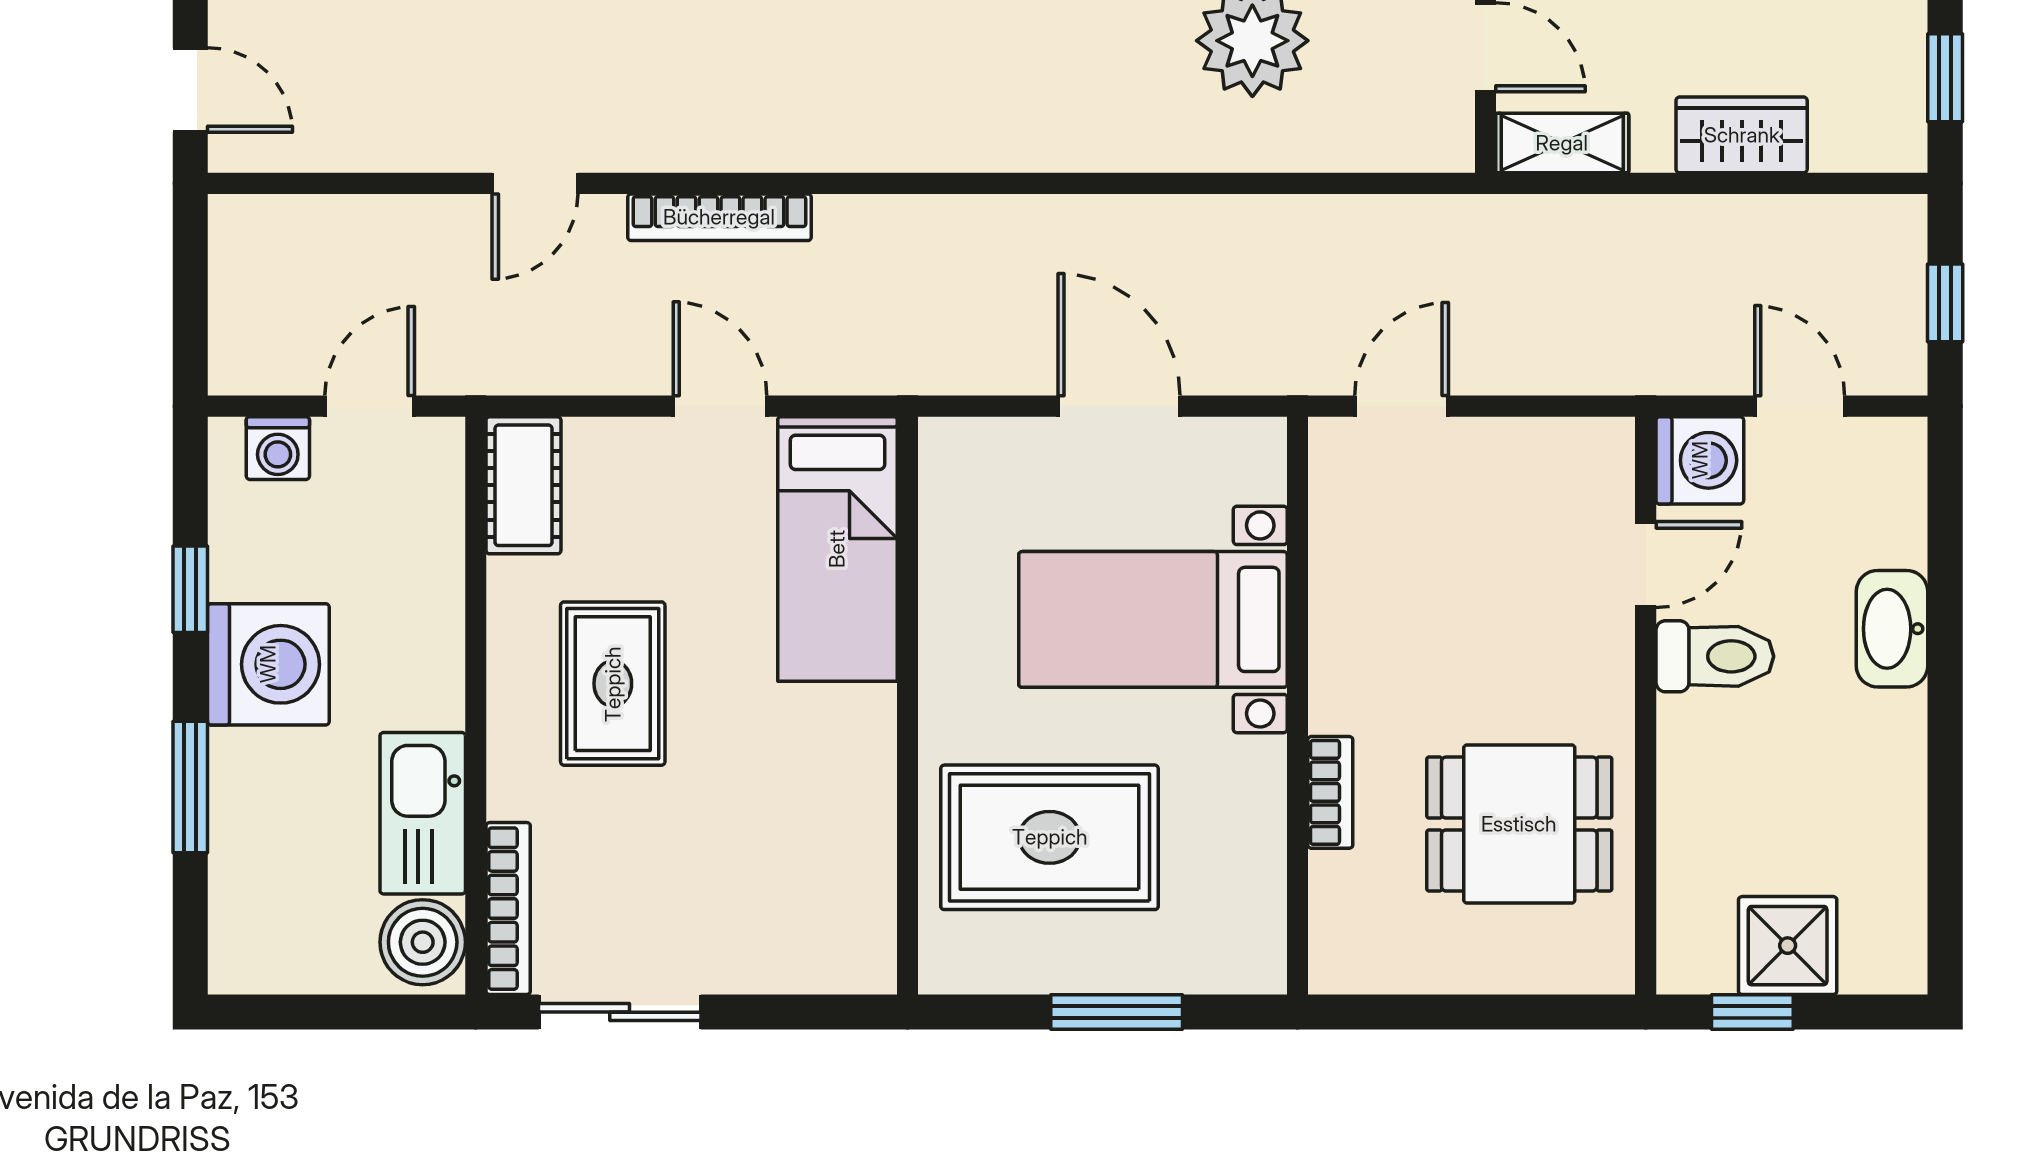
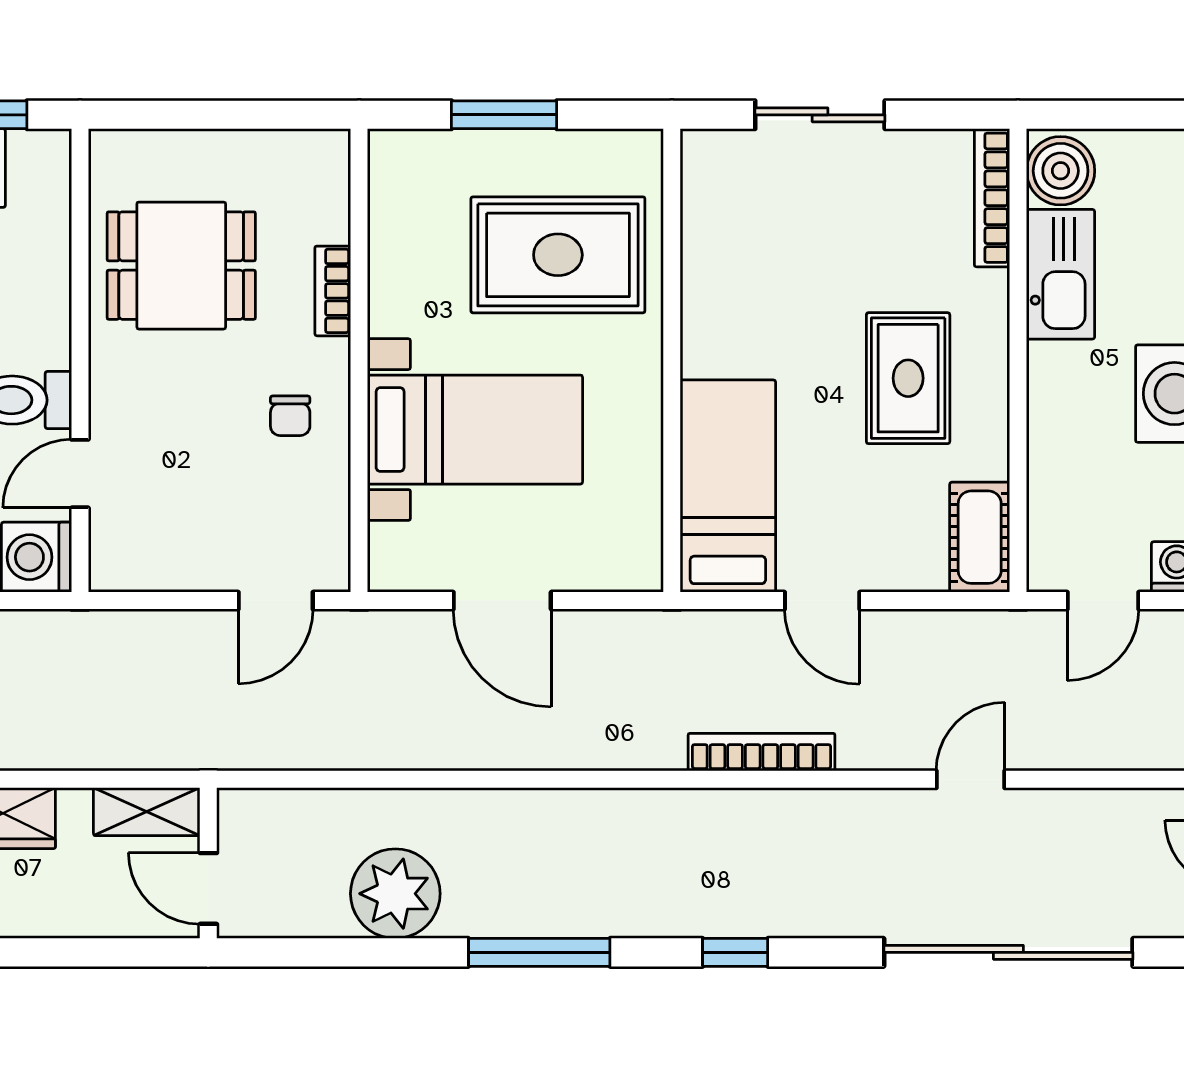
bookcase: (719, 217) -> (762, 752), moved
chair: (1383, 637) -> (290, 416), added
sliding door: (620, 1012) -> (820, 115), moved

